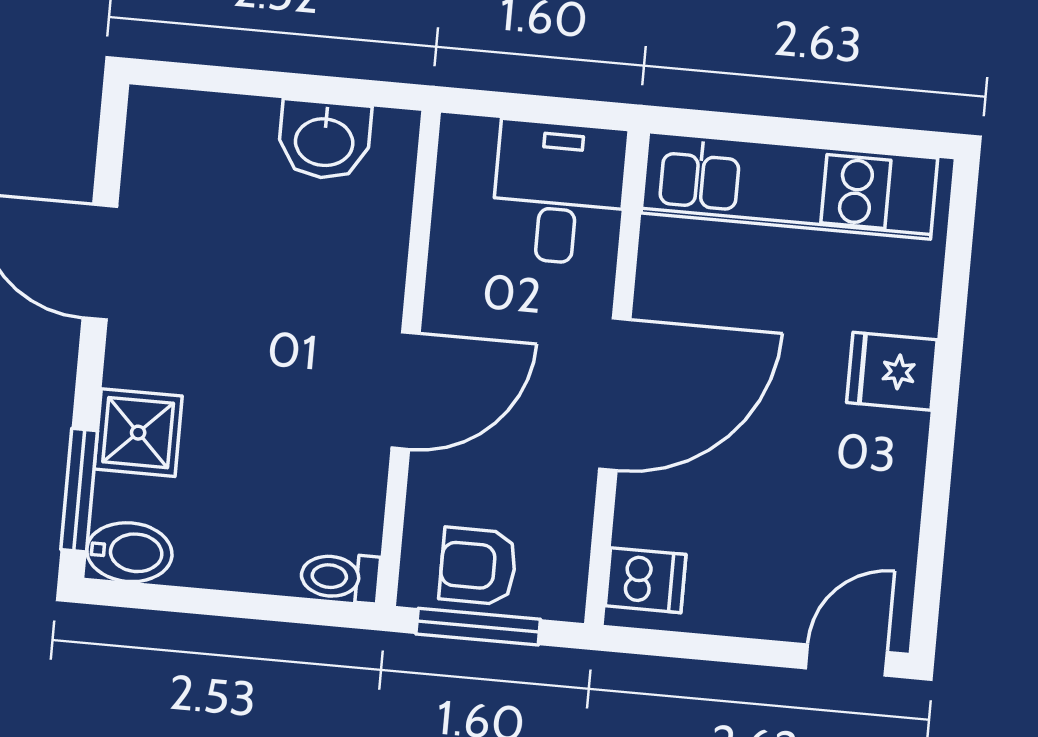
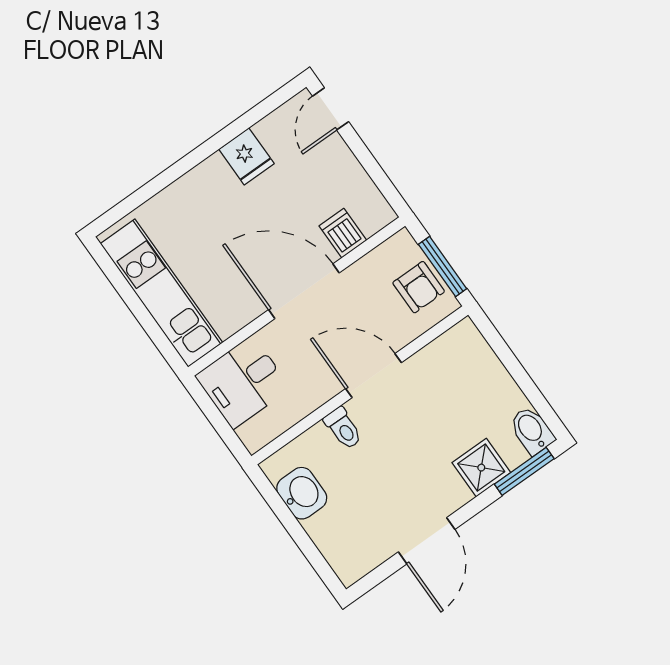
fridge: (892, 371) -> (246, 156), moved
toilet: (340, 577) -> (343, 428), moved
dishwasher: (646, 580) -> (343, 233), moved
door: (846, 660) -> (331, 109), hinge flipped

